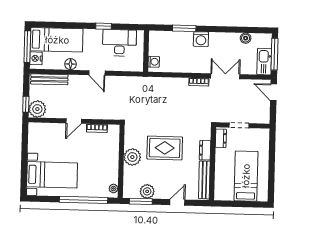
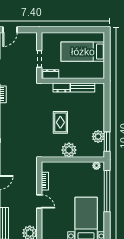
rug: (165, 148) -> (60, 122), width x0.73, depth x0.70
bench: (204, 180) -> (83, 87), width x0.73
door: (177, 202) -> (107, 110), removed

